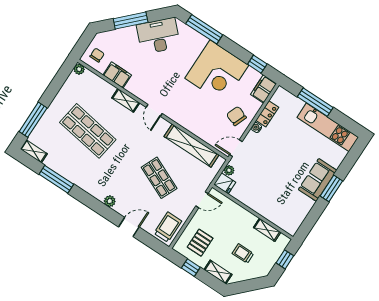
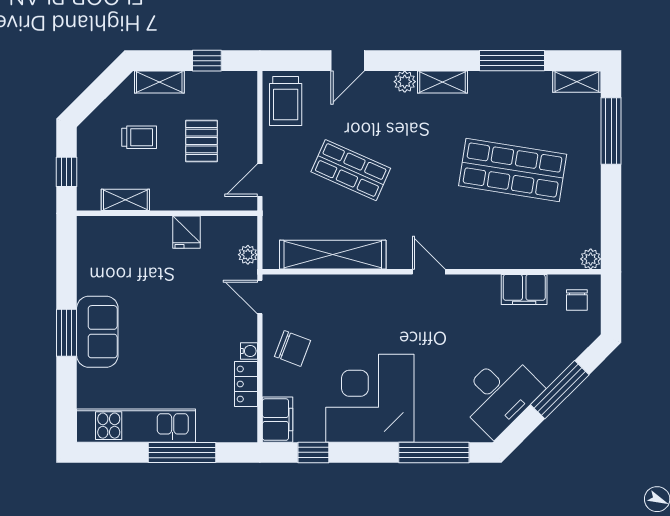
shelving: (126, 100) -> (442, 82), moved
door: (236, 148) -> (260, 297), swing flipped
fridge: (225, 183) -> (187, 232), moved, turned -90
pallet: (200, 243) -> (201, 141), moved

